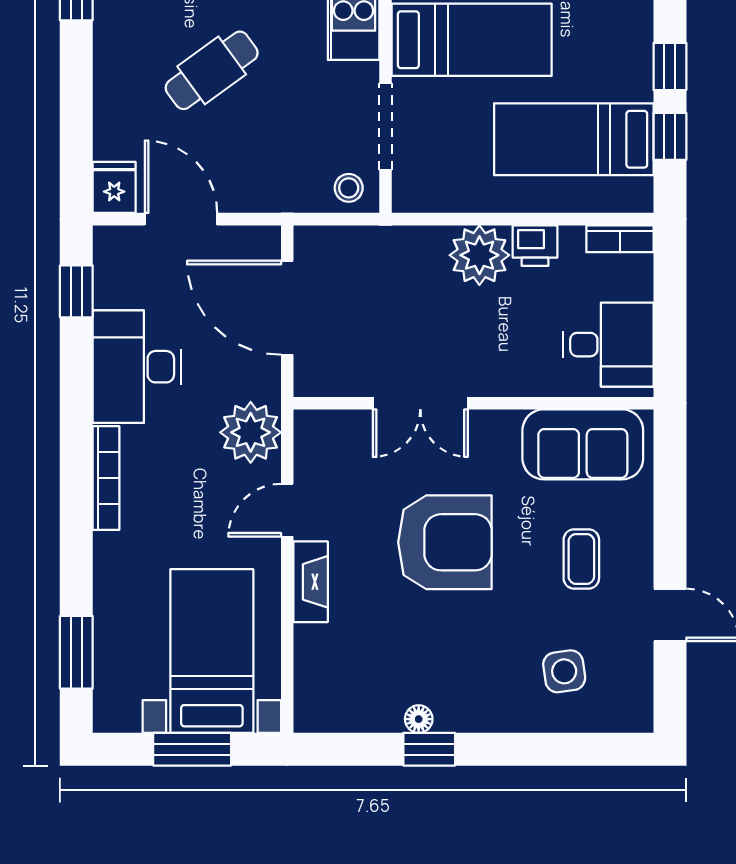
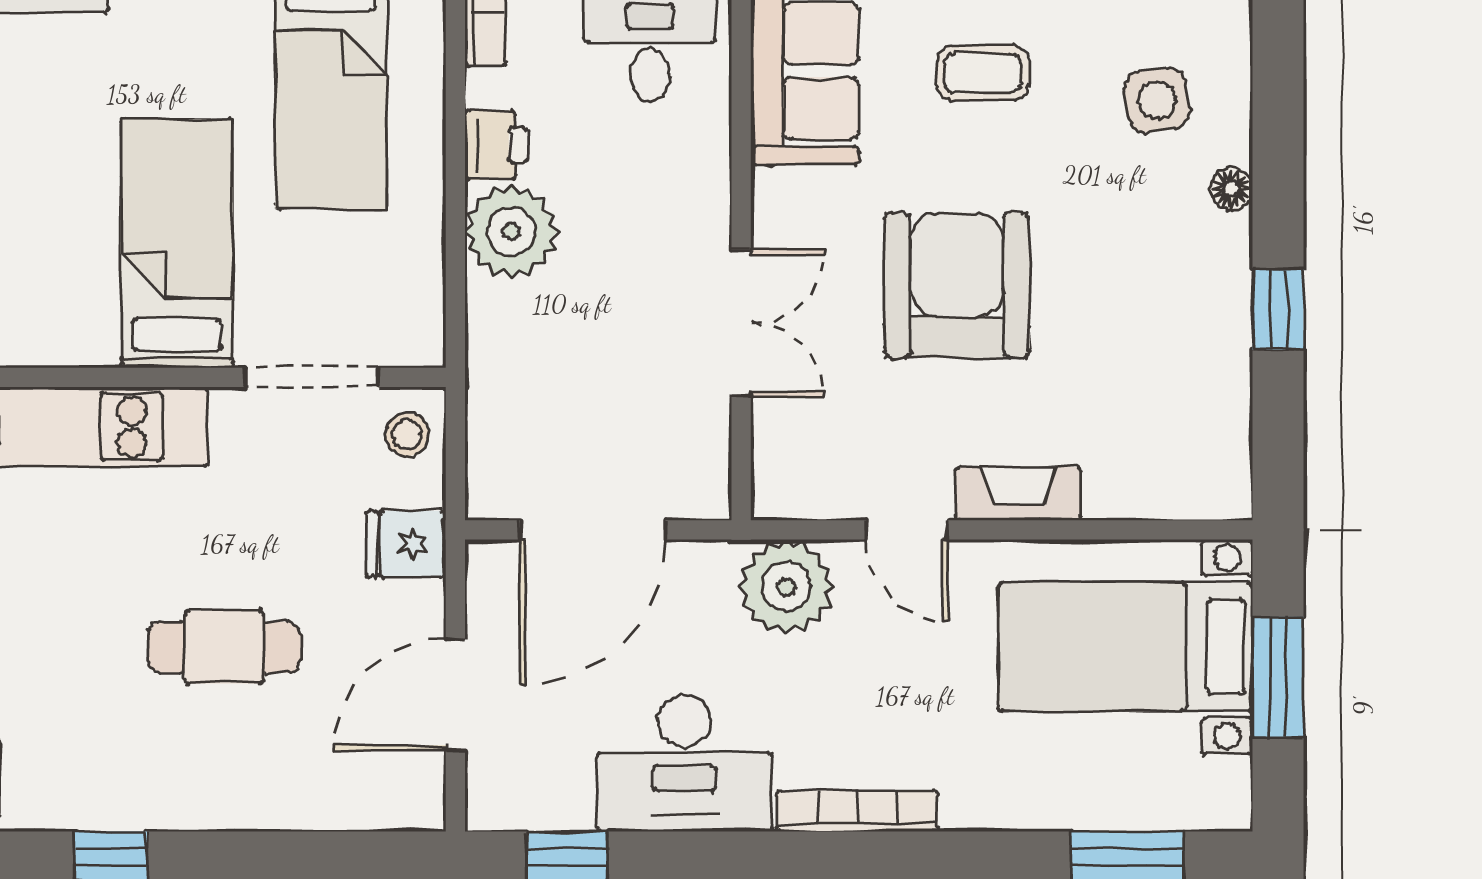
cafe table: (212, 70) -> (224, 647), turned -54
fridge: (114, 187) -> (406, 544), moved
floor lamp: (419, 719) -> (1231, 189), moved

